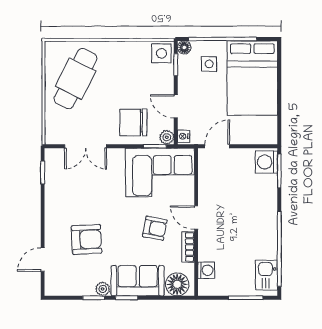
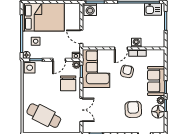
washing machine: (206, 270) -> (136, 43), moved
floor lamp: (177, 284) -> (158, 112), moved

